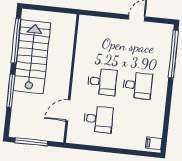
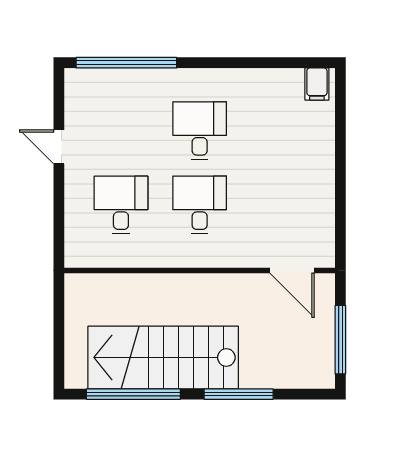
door: (68, 110) -> (292, 270), moved
desk: (98, 119) -> (121, 205), moved

